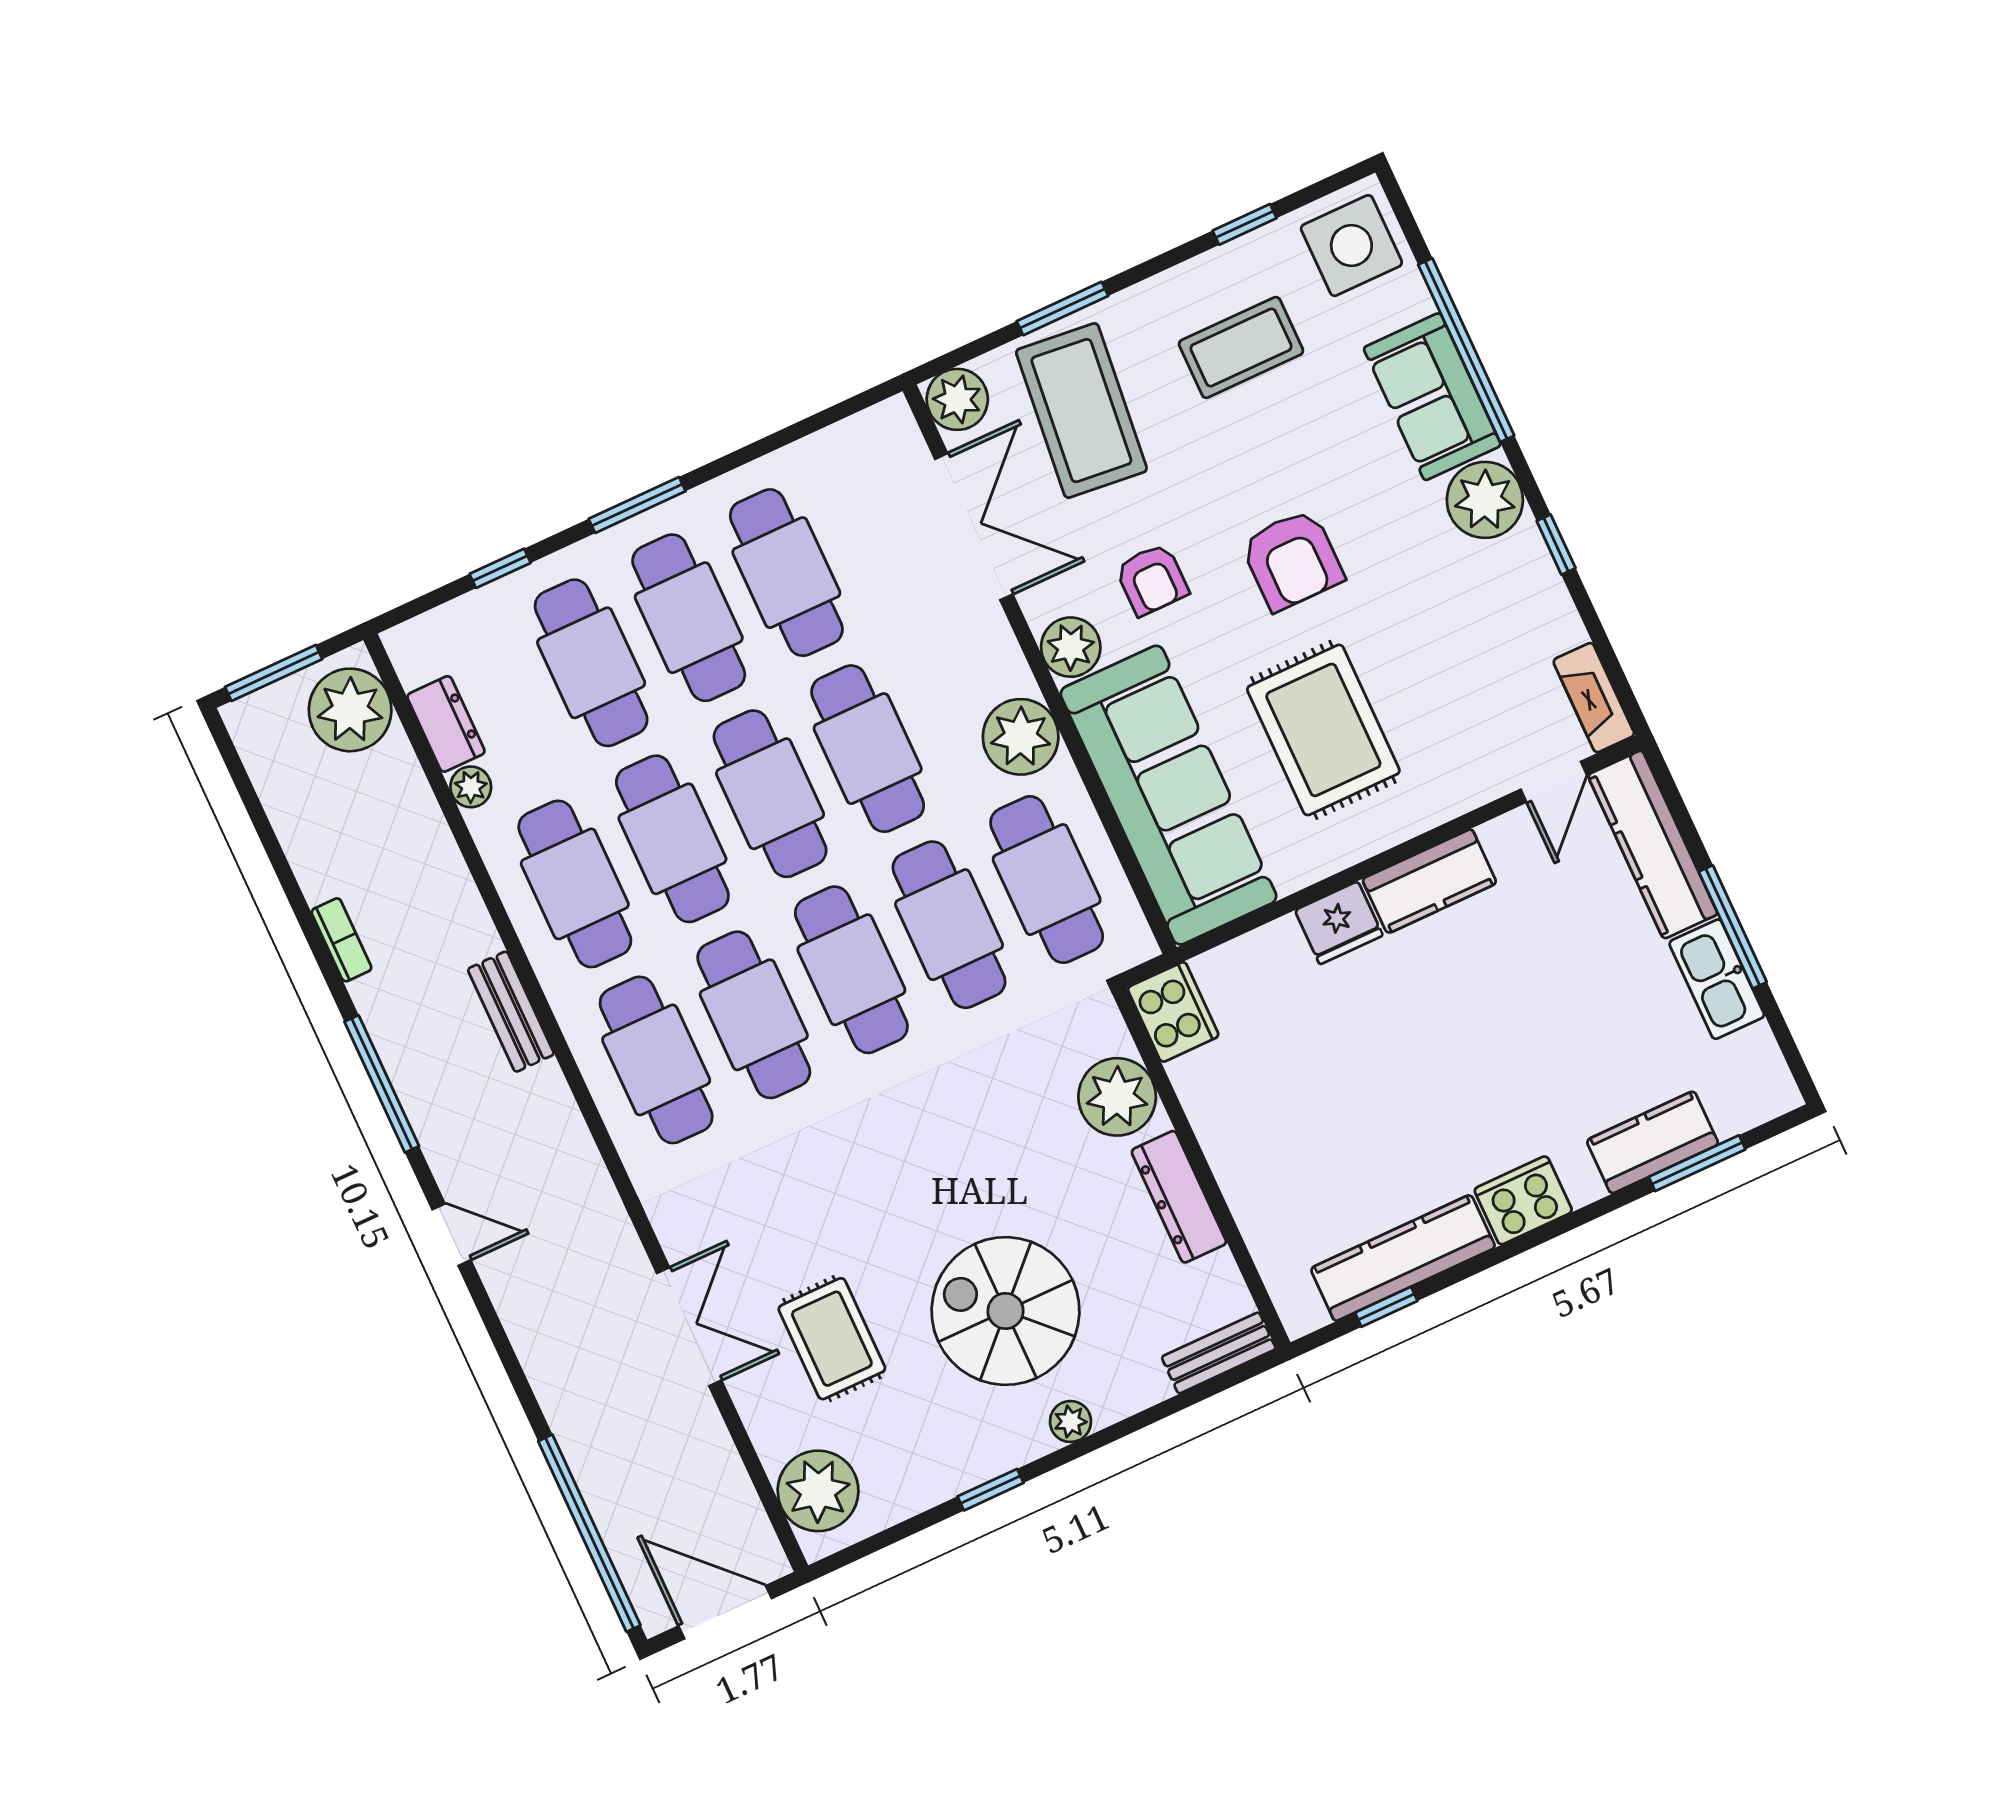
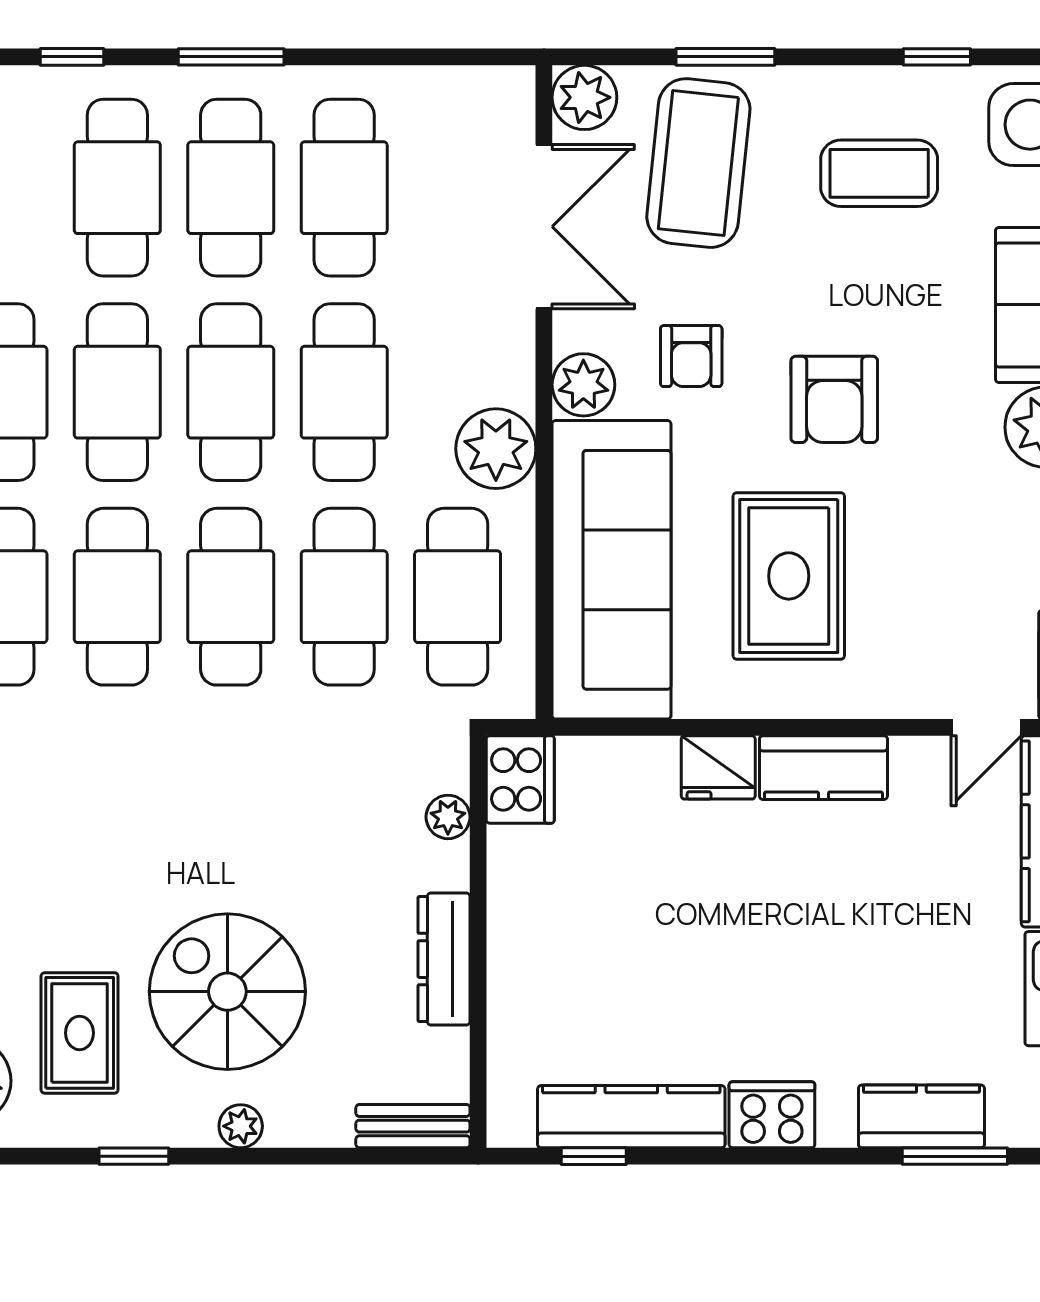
plant: (1117, 1097) -> (448, 817), width x0.53, depth x0.53
rug: (832, 1339) -> (80, 1033), moved

